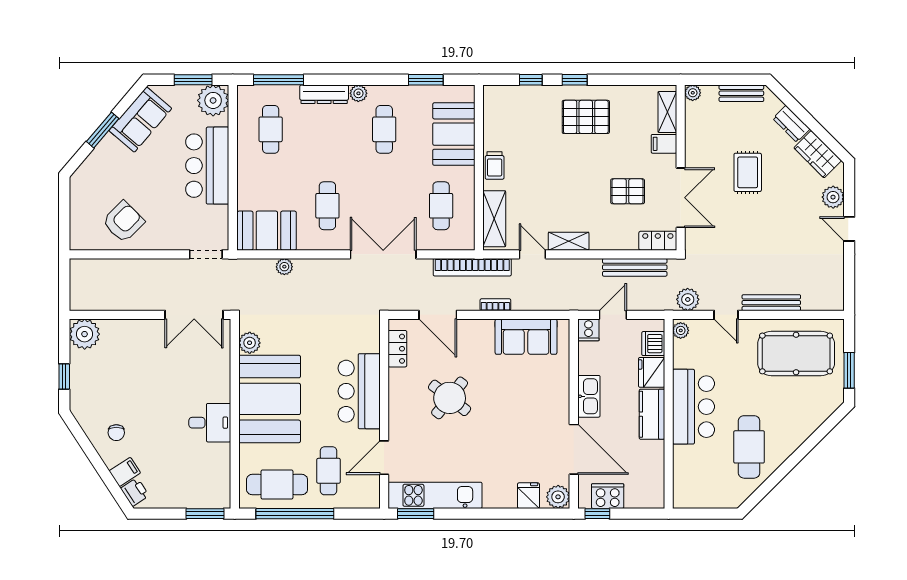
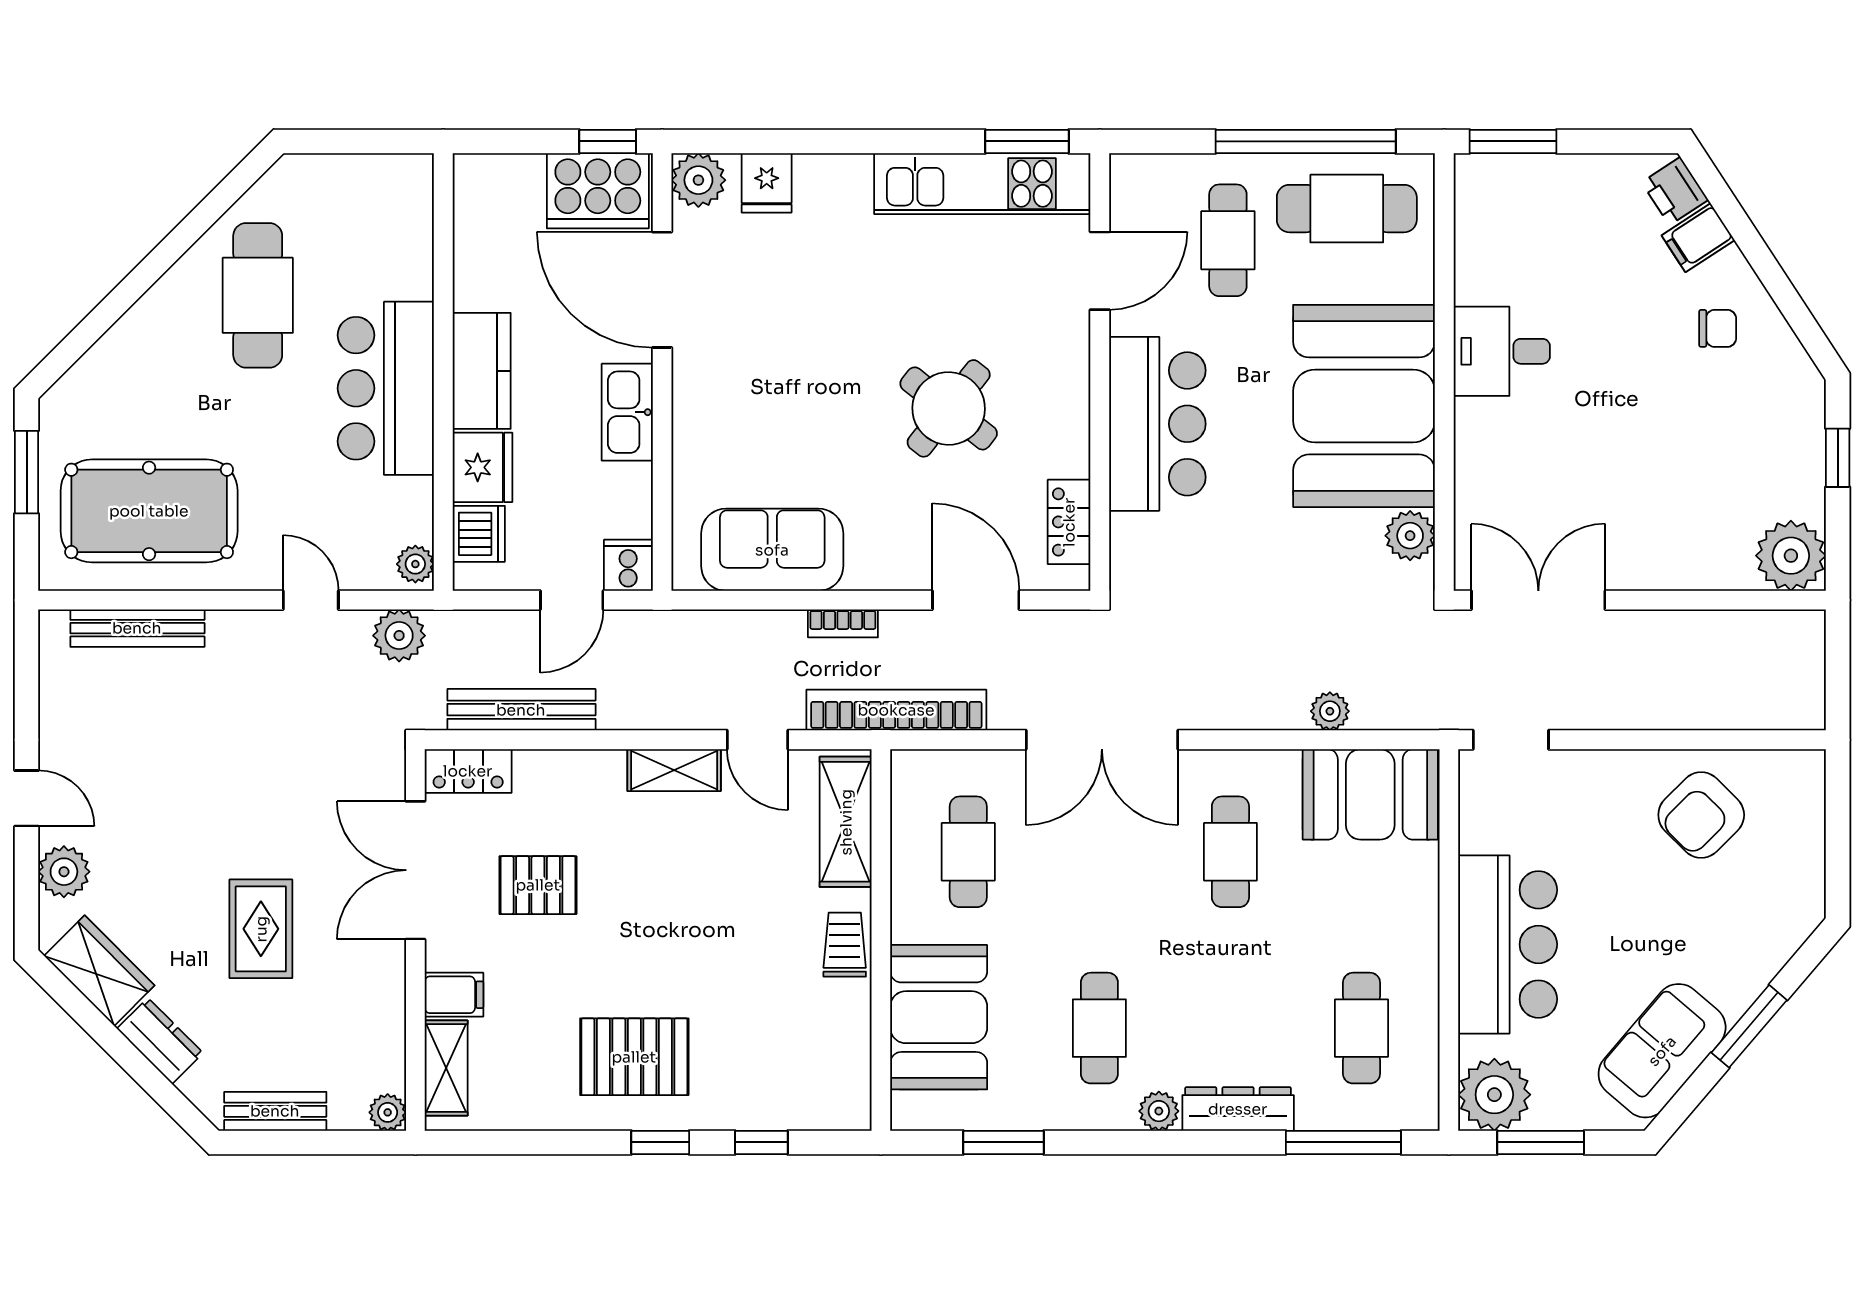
bench: (771, 303) -> (137, 628), moved
chair: (116, 433) -> (1718, 328), turned 90
cooker: (608, 496) -> (598, 191), width x1.37, depth x1.31

